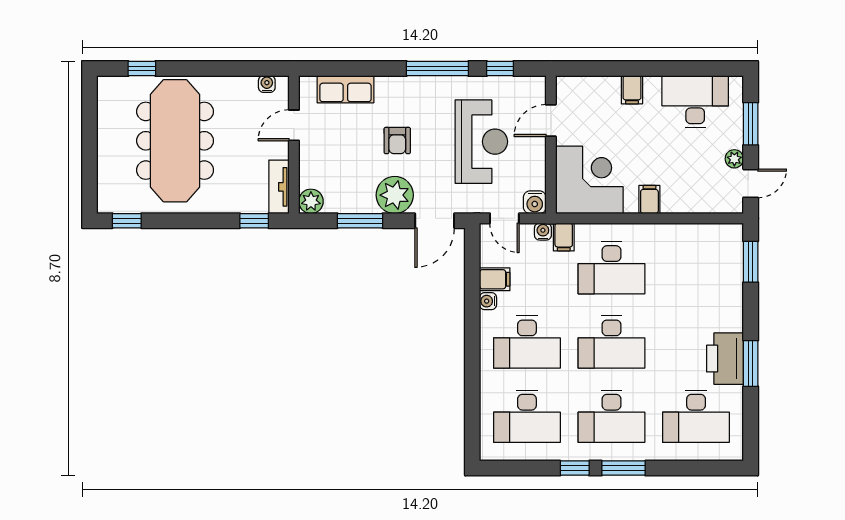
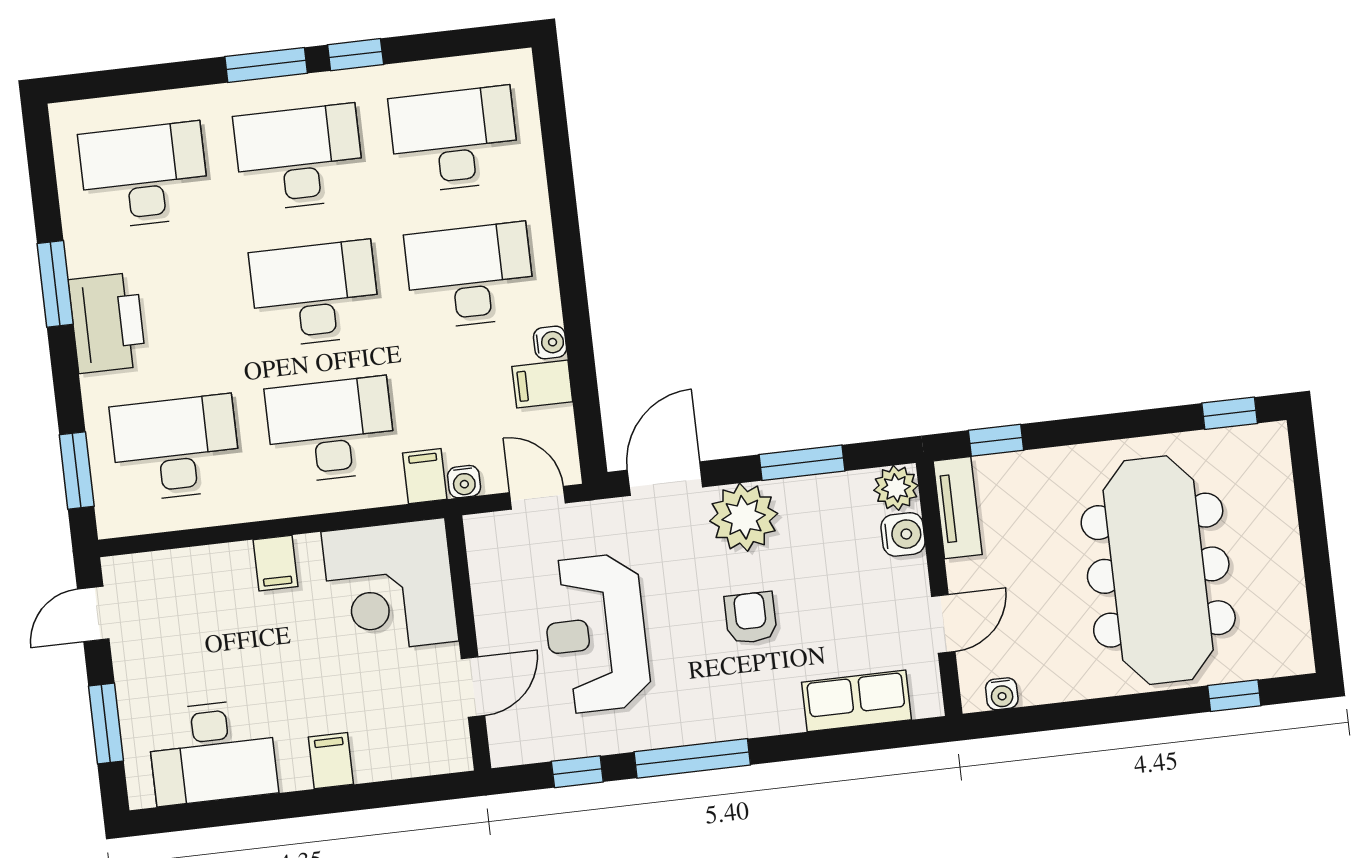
plant: (734, 159) -> (128, 656), removed
water cooler: (535, 202) -> (903, 534), moved, turned 90
desk: (696, 268) -> (176, 448), added
printer: (725, 359) -> (107, 323), moved

